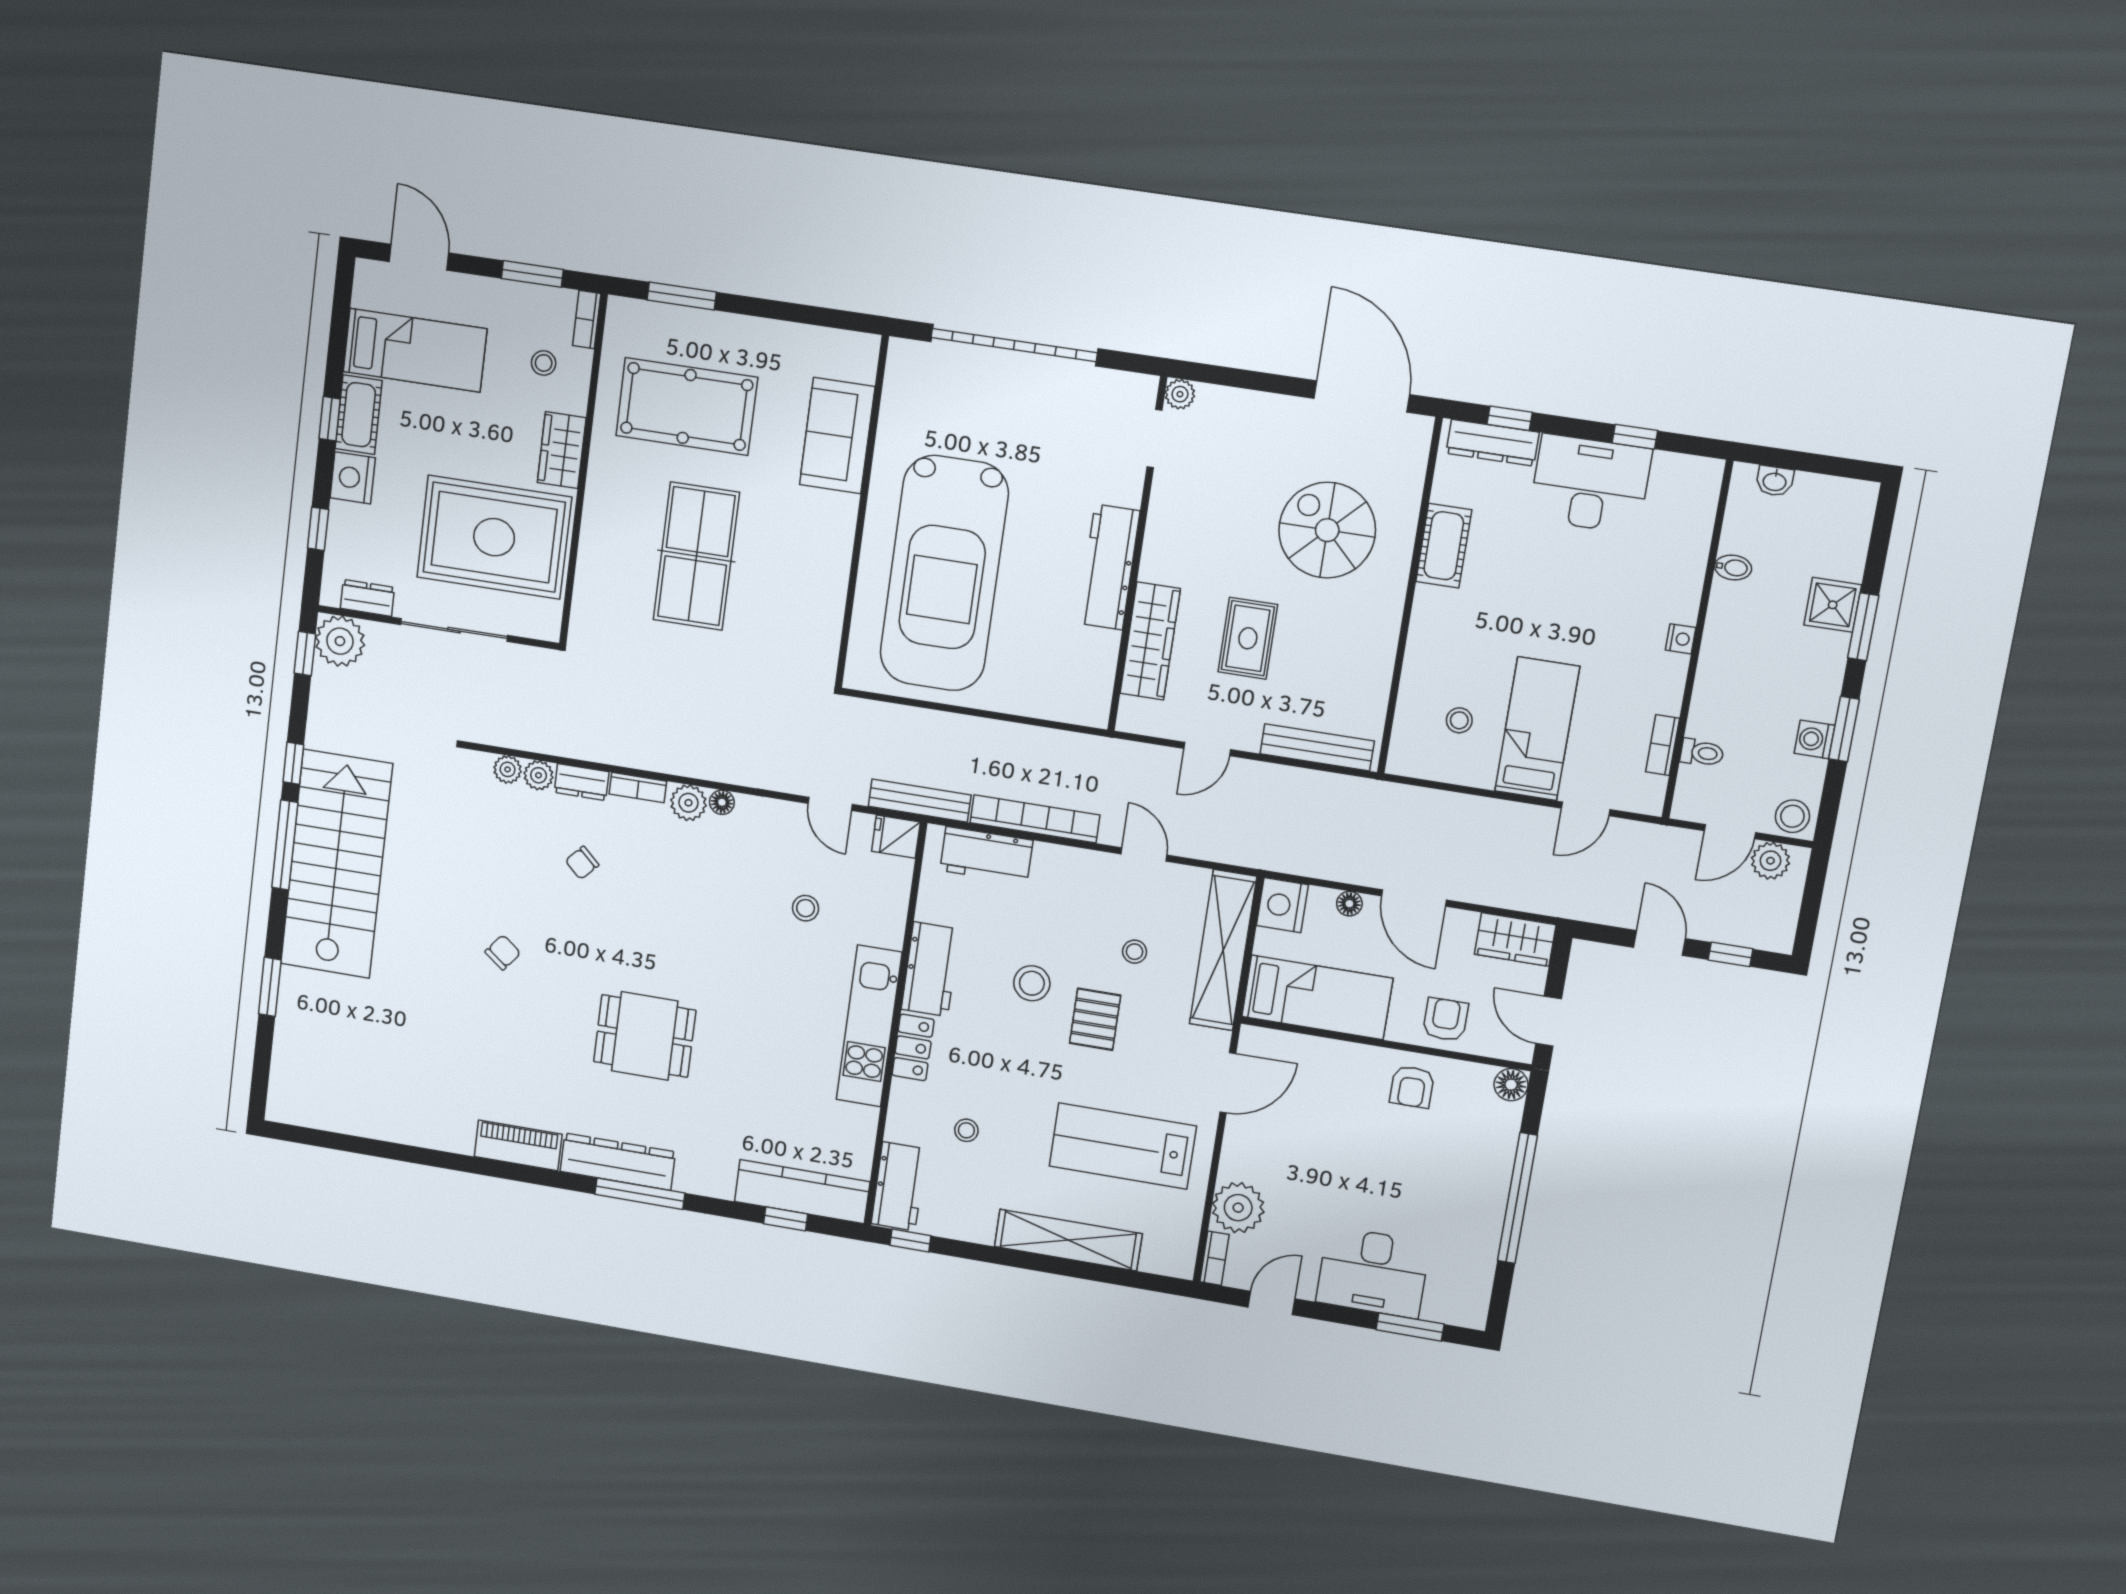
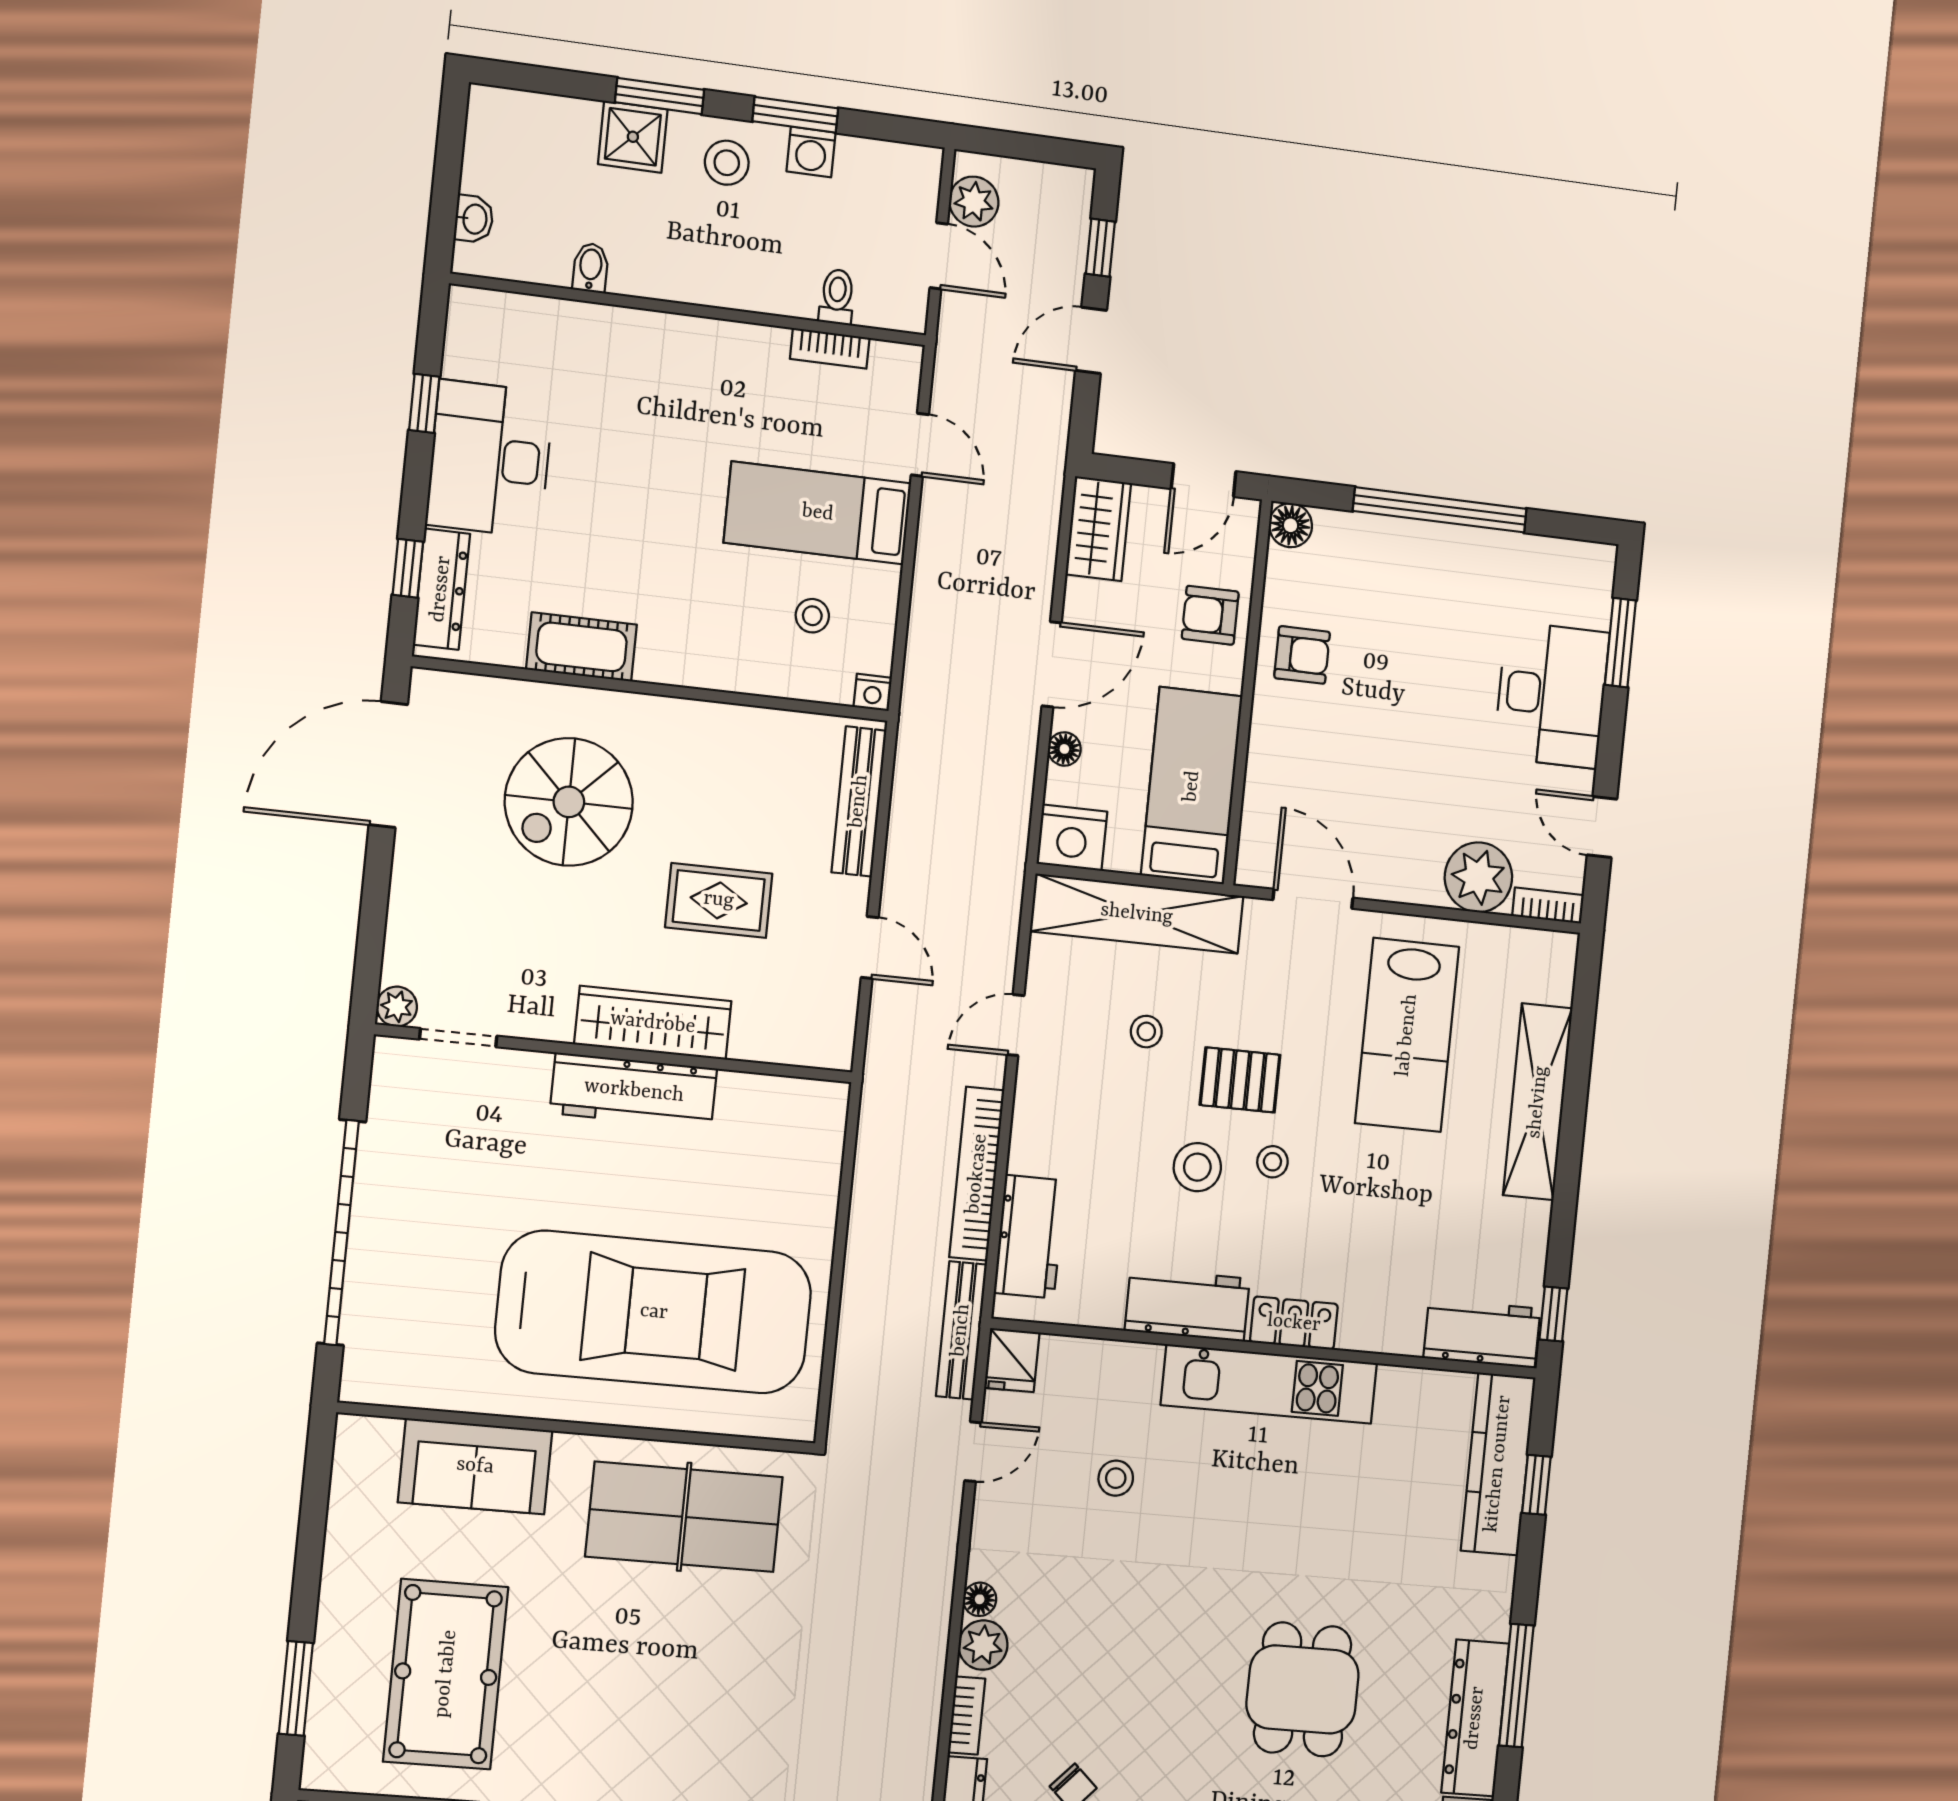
table tennis table: (696, 556) -> (684, 1517), moved
nightstand: (1681, 639) -> (873, 692), moved, turned 180
wardrobe: (1150, 641) -> (653, 1023), moved
stool: (1792, 816) -> (727, 163), moved
stool: (966, 1130) -> (1272, 1162), moved

